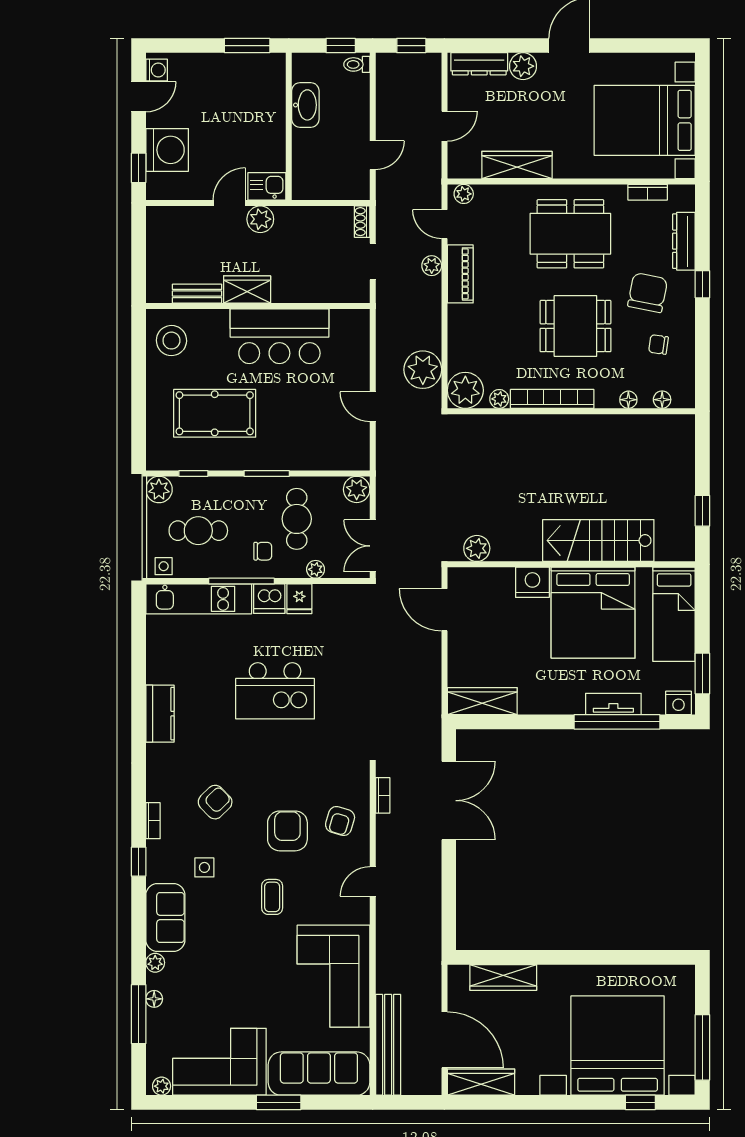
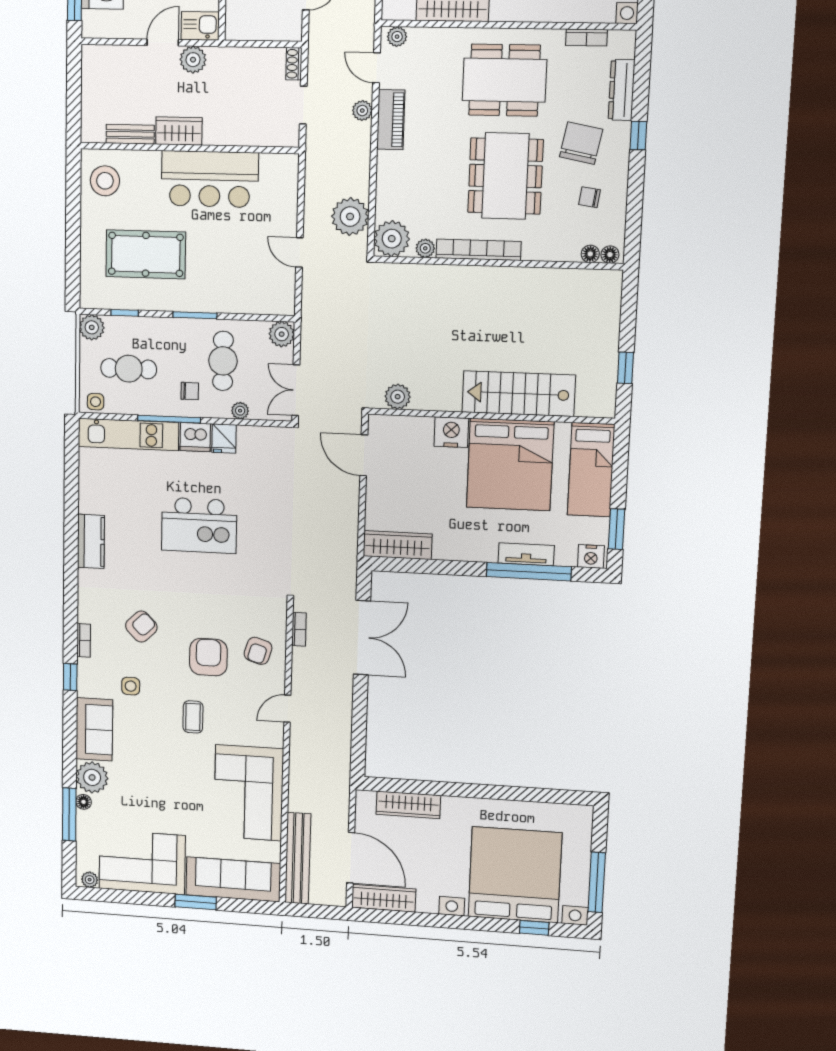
dining table: (575, 326) -> (505, 176), width x1.38
floor lamp: (628, 400) -> (610, 255), moved
plant: (155, 963) -> (92, 777), width x1.87, depth x1.87

